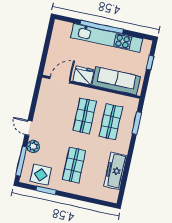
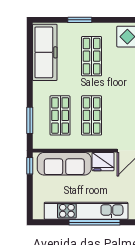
window: (150, 63) -> (30, 166), moved
freezer: (115, 171) -> (45, 52), width x1.36, depth x1.26
window: (46, 190) -> (80, 20), moved

